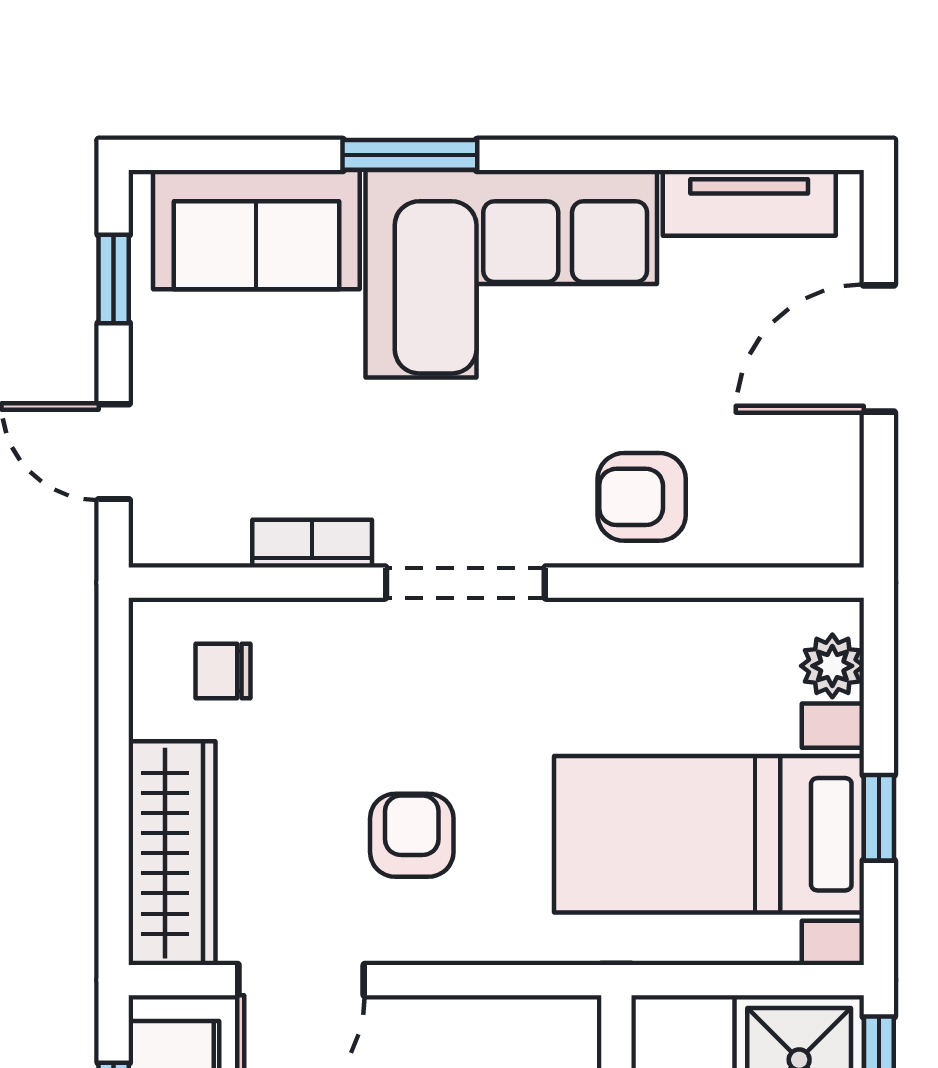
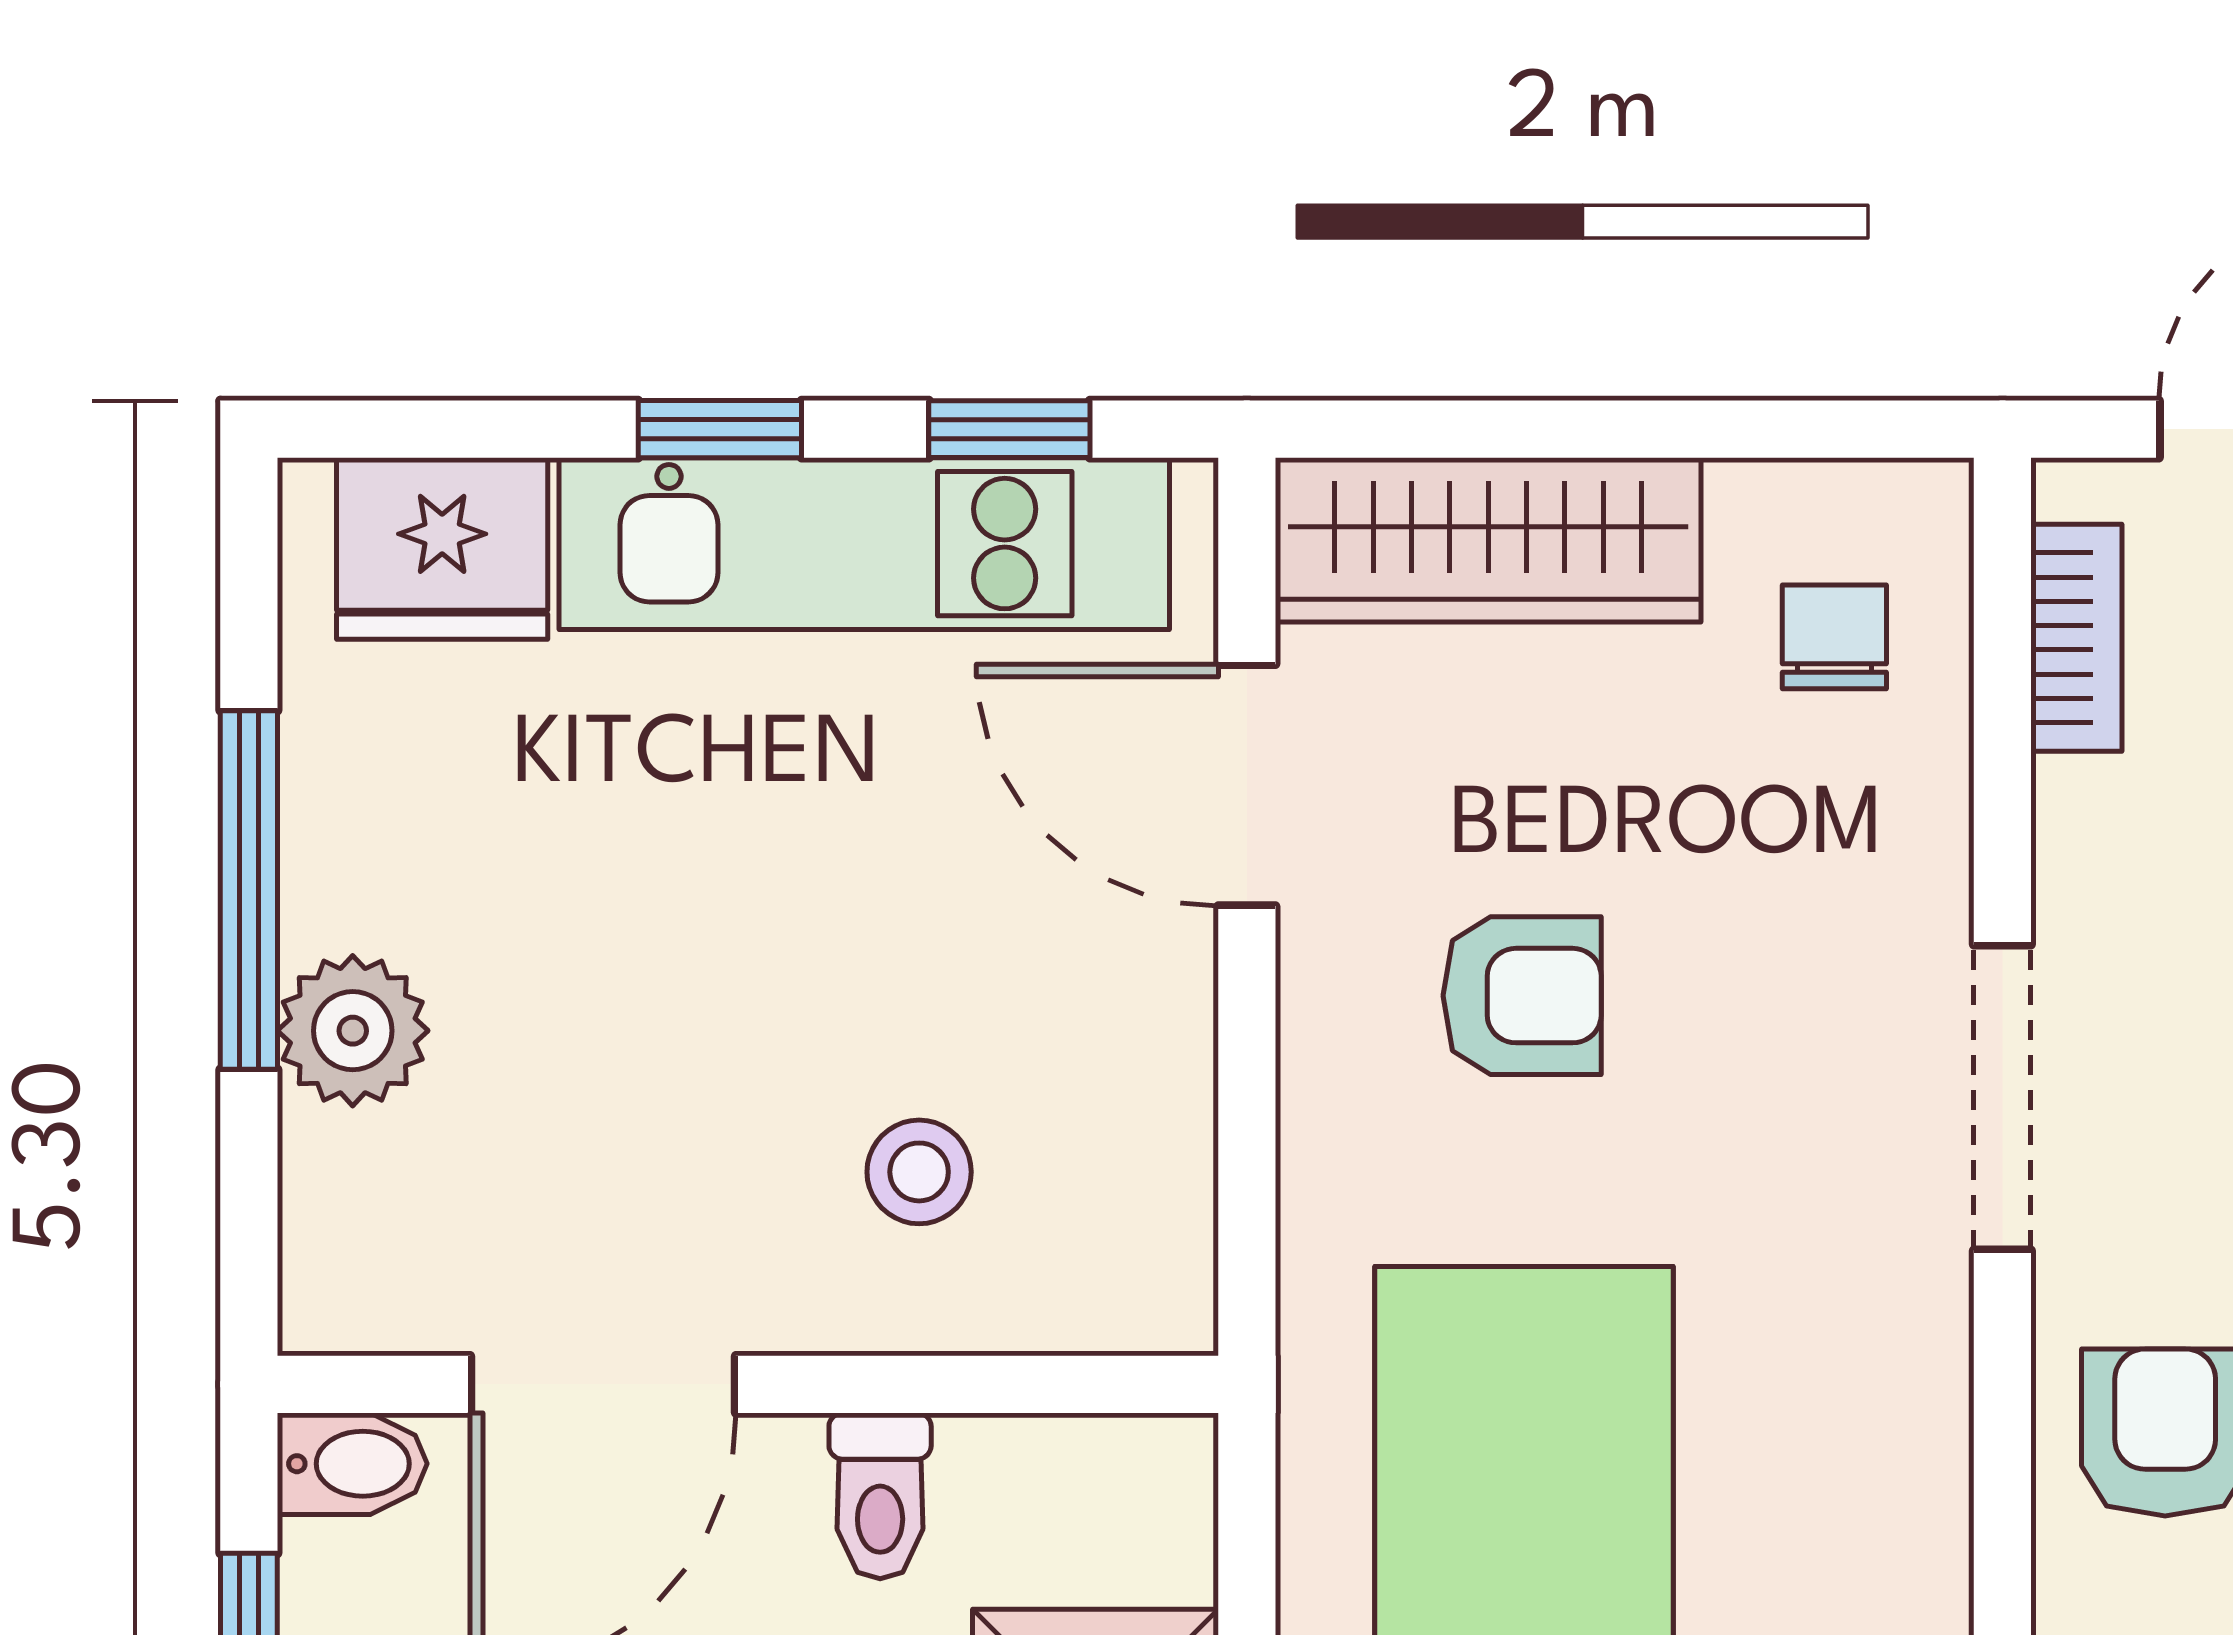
bookcase: (312, 544) -> (2076, 638), moved

